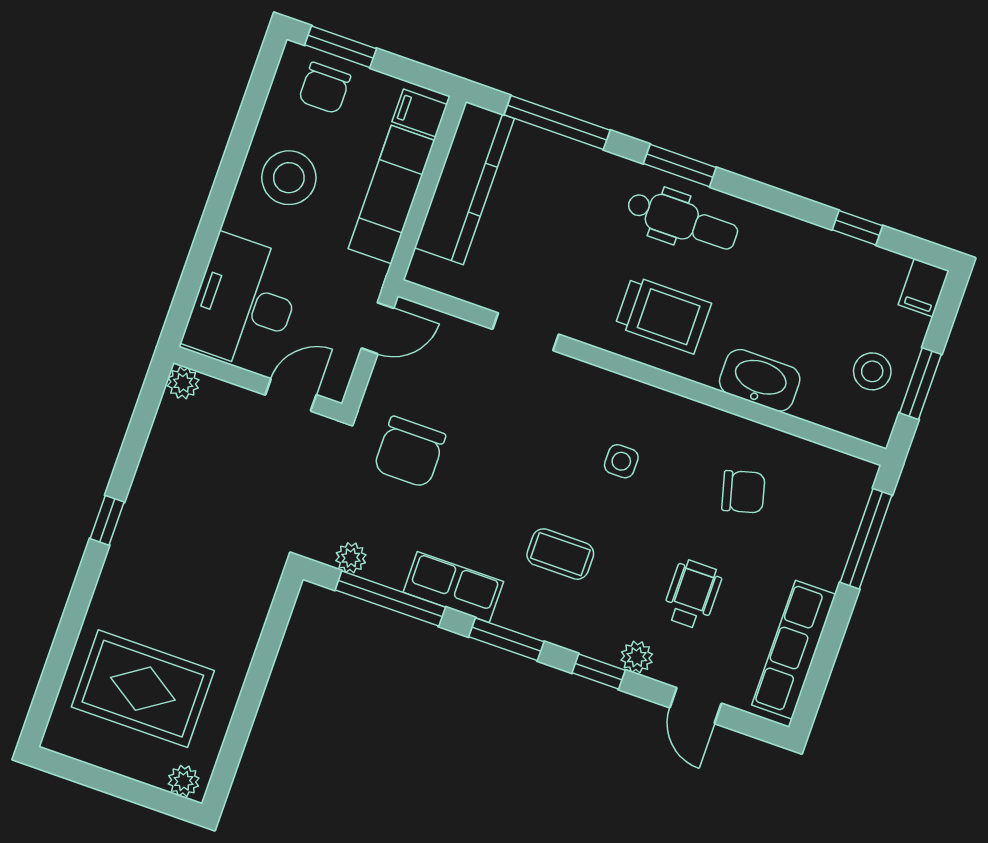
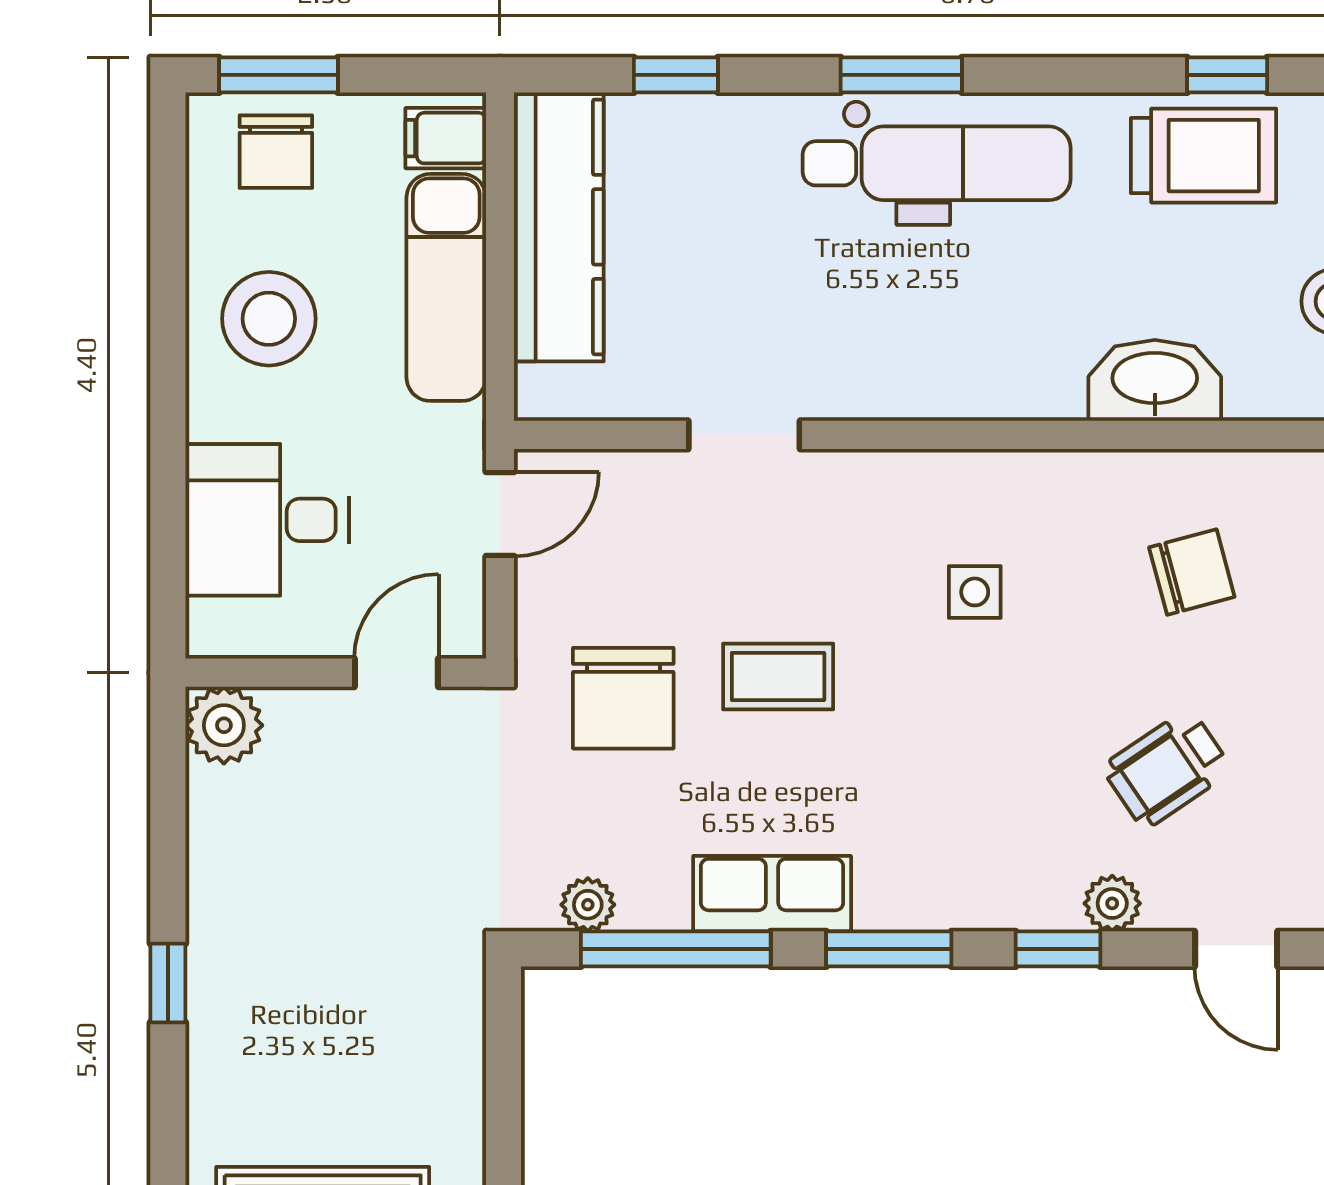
window: (557, 123) -> (676, 75), width x0.46
dental chair: (682, 220) -> (937, 163), width x1.36, depth x1.38
desk: (244, 302) -> (267, 520), width x0.73
trolley: (663, 315) -> (1204, 156), moved
plant: (183, 383) -> (224, 725), width x1.38, depth x1.38
coffee table: (560, 554) -> (778, 676), moved
wheelchair: (692, 594) -> (1167, 769), turned -124

